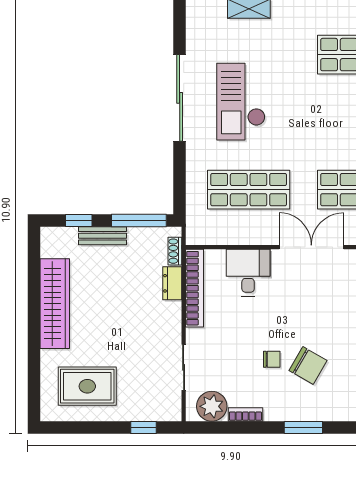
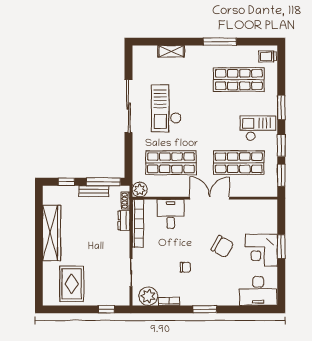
plant: (198, 233) -> (140, 190), added
bench: (103, 236) -> (94, 191), moved
chair: (308, 365) -> (222, 247), moved
rug: (87, 386) -> (72, 284), turned 90

